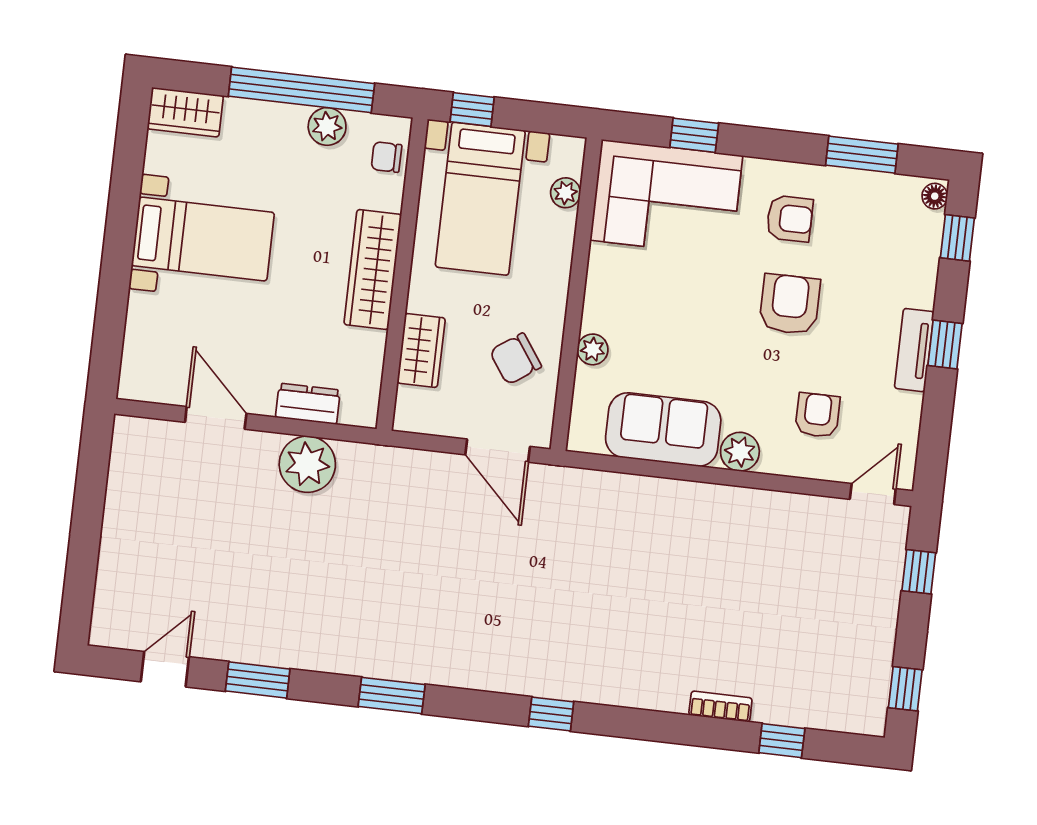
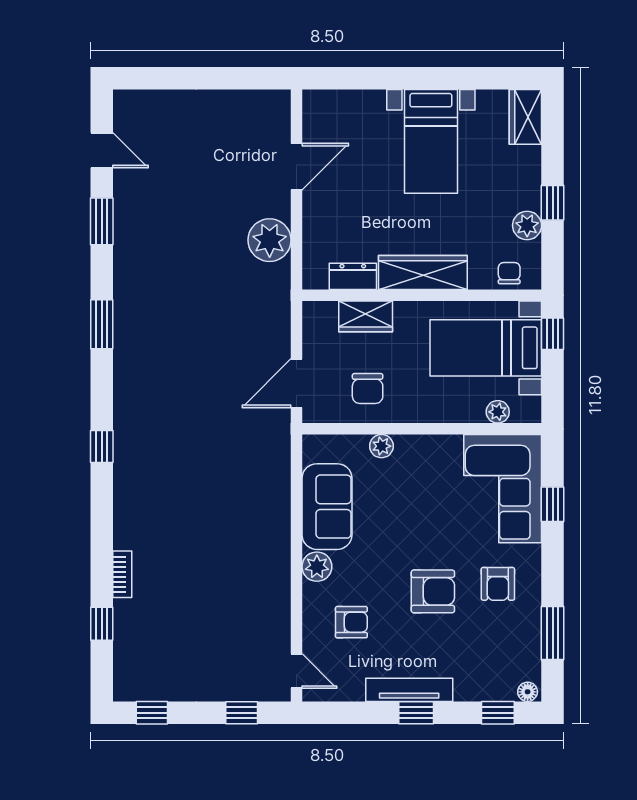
window: (301, 90) -> (553, 203), width x0.32
tv unit: (914, 350) -> (409, 690), width x1.41
chair: (515, 359) -> (368, 389), turned -145
dresser: (308, 404) -> (353, 276), moved, turned -90

